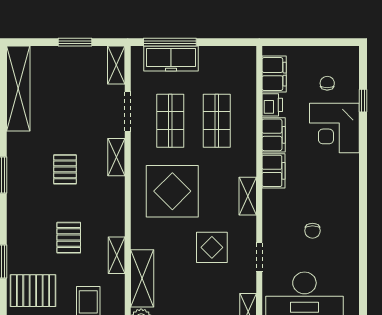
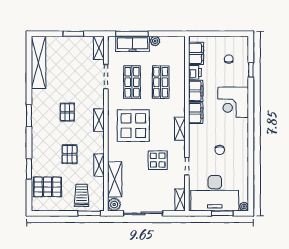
plant: (208, 54) -> (155, 41), added
corner desk: (334, 128) -> (233, 102), moved
shelving: (116, 157) -> (99, 120), moved

